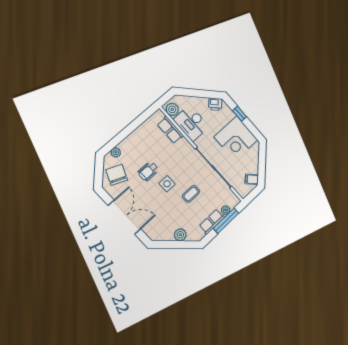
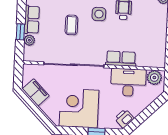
row of seats: (170, 130) -> (121, 59), moved
filing cabinet: (252, 179) -> (36, 92), width x2.00
window: (226, 221) -> (20, 32), width x0.46

